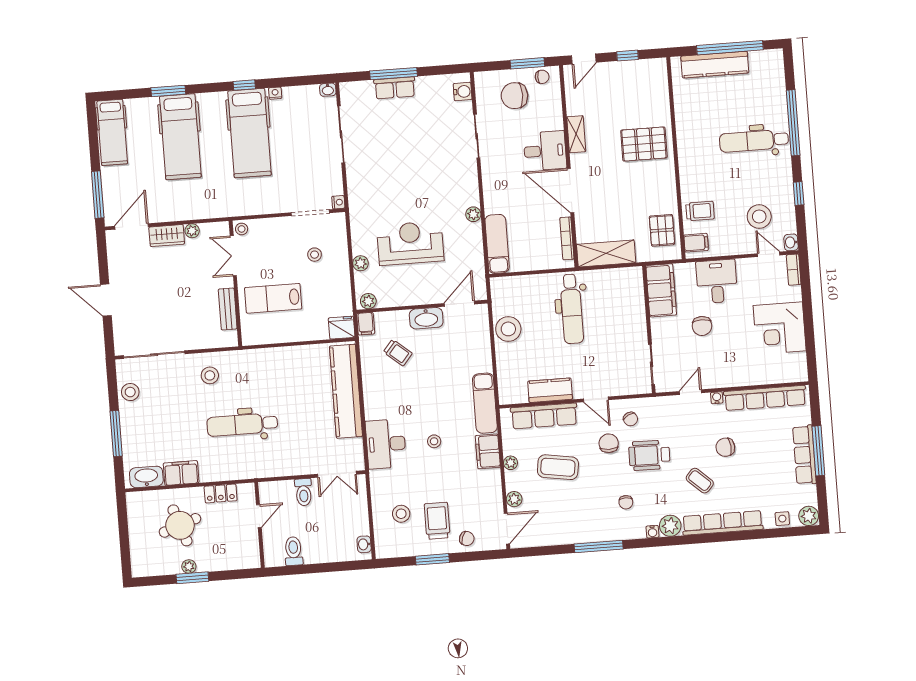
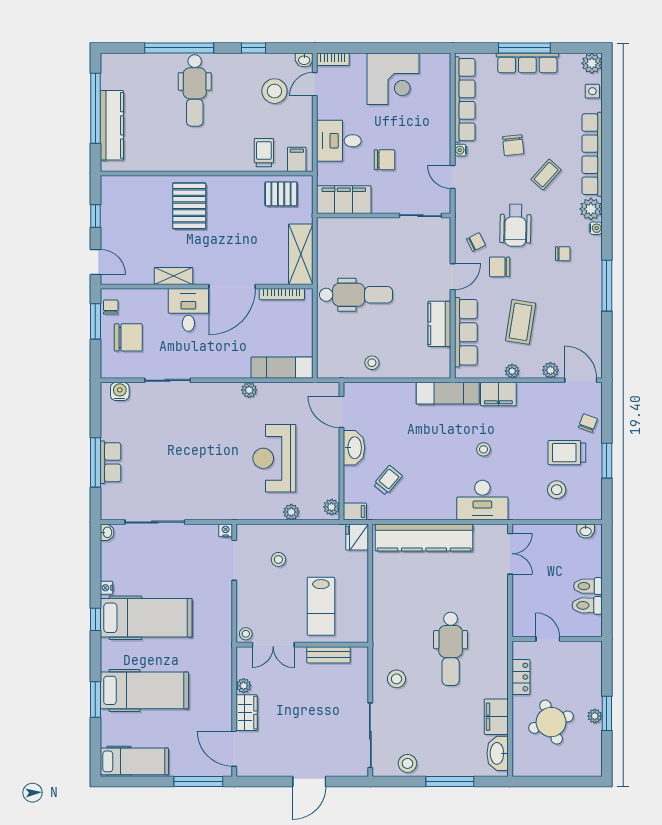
chair: (514, 96) -> (128, 337), turned -90
stool: (508, 329) -> (372, 363), width x0.53, depth x0.53
toilet: (304, 492) -> (588, 586), moved, turned 180

